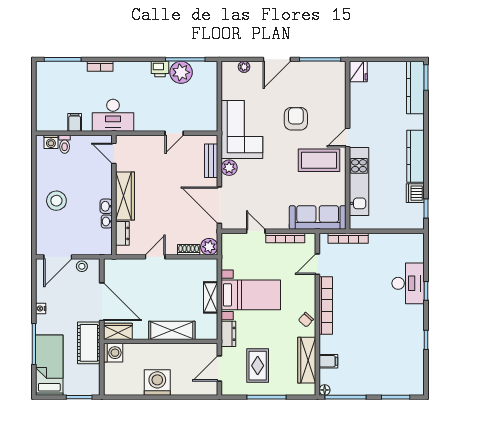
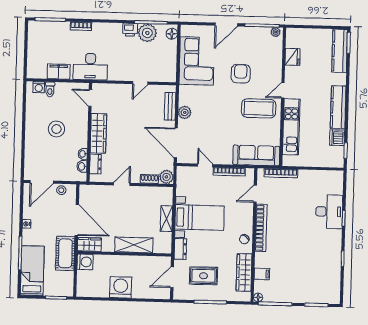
plant: (244, 67) -> (276, 32), moved
fridge: (358, 72) -> (293, 57), moved
floor lamp: (211, 73) -> (172, 34), added
filing cabinet: (75, 122) -> (59, 72), width x2.00
corner sofa: (242, 129) -> (197, 61), moved
stool: (56, 201) -> (56, 129), moved
washbasin: (106, 206) -> (82, 166), moved
rug: (258, 366) -> (204, 276), turned 90

